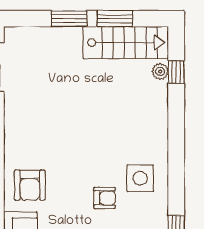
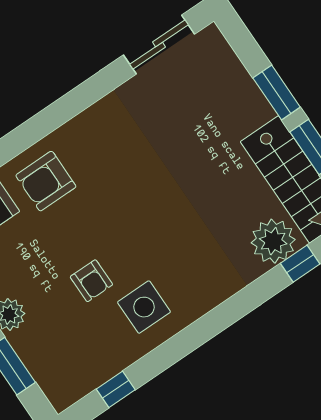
plant: (160, 71) -> (273, 241), width x1.88, depth x1.88

